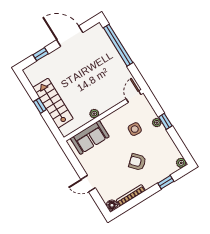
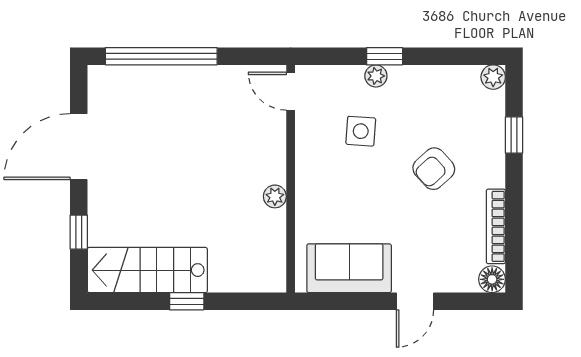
stairs: (53, 103) -> (147, 270), moved
sofa: (90, 137) -> (349, 268), moved, turned -90

